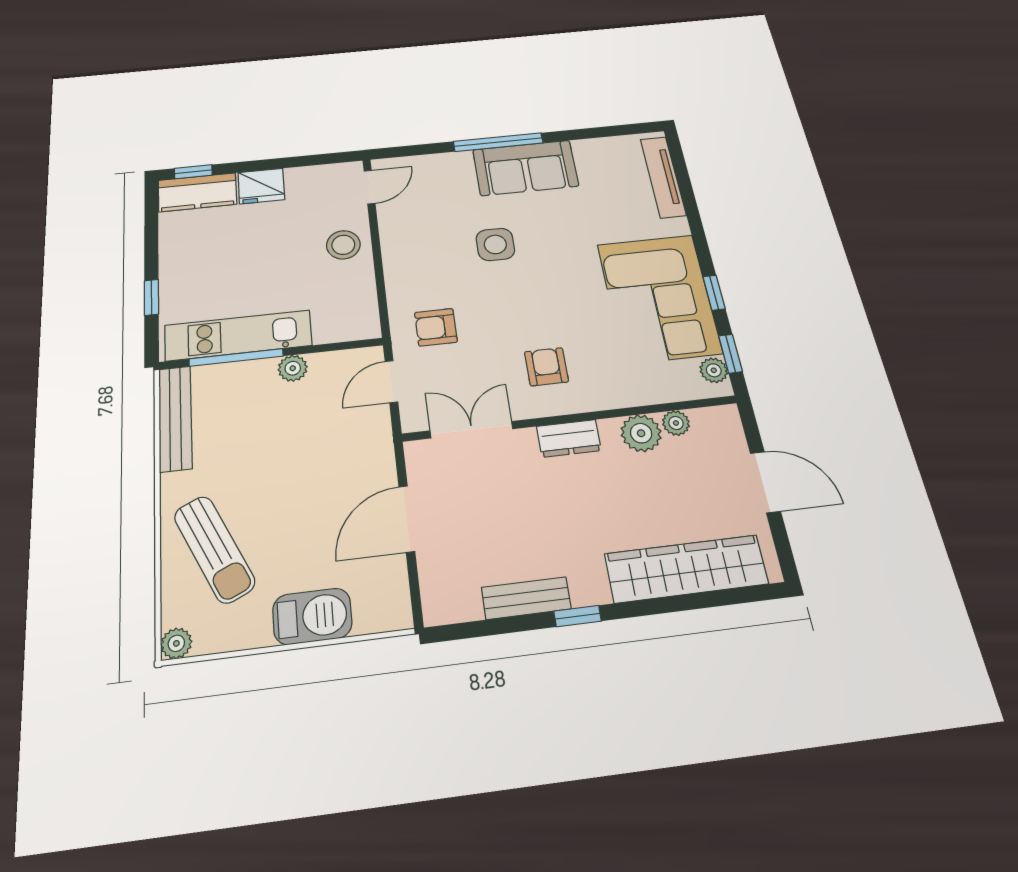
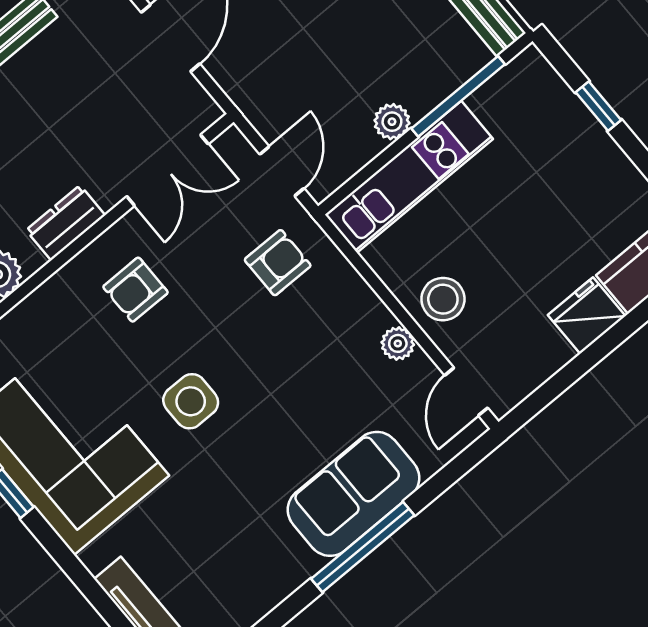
sofa: (525, 168) -> (353, 494), moved
plant: (392, 237) -> (398, 343), added
side table: (495, 244) -> (191, 401), moved
kitchen unit: (238, 335) -> (409, 177), moved
armchair: (546, 367) -> (135, 290), turned 90

